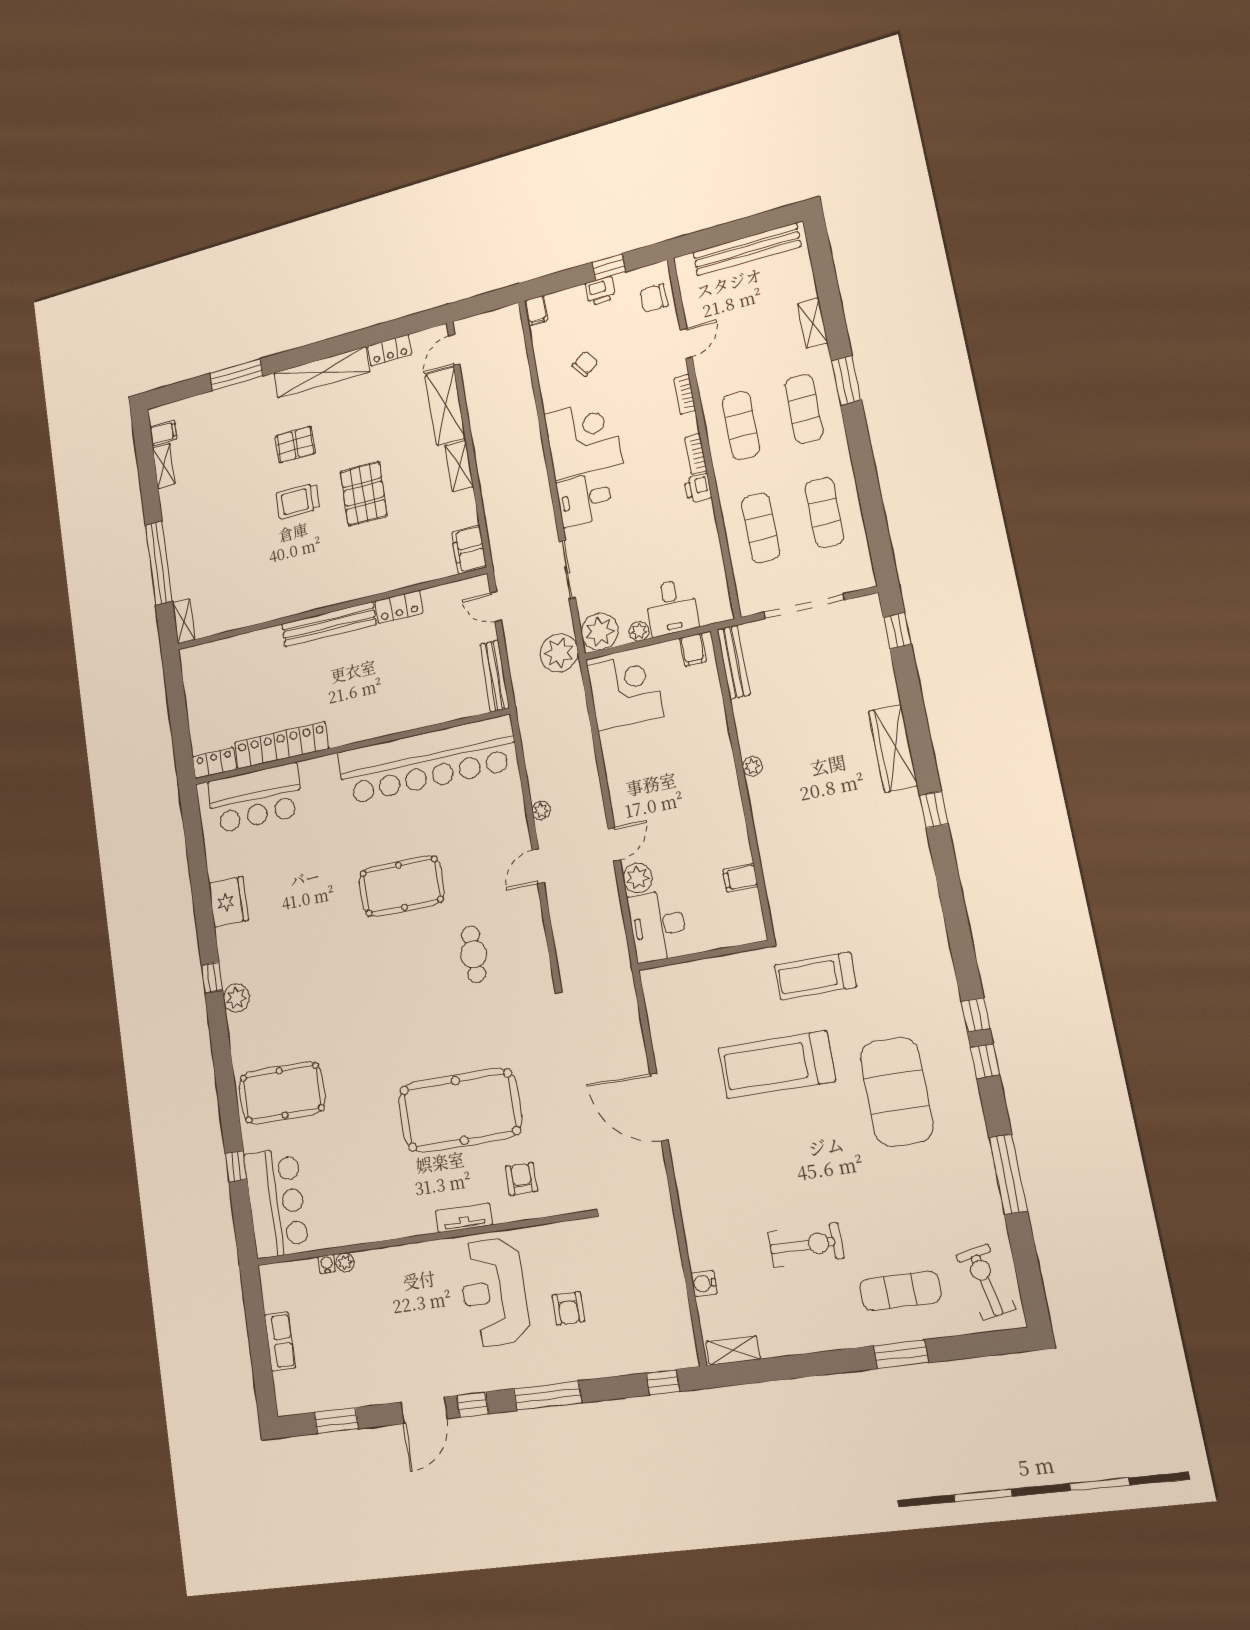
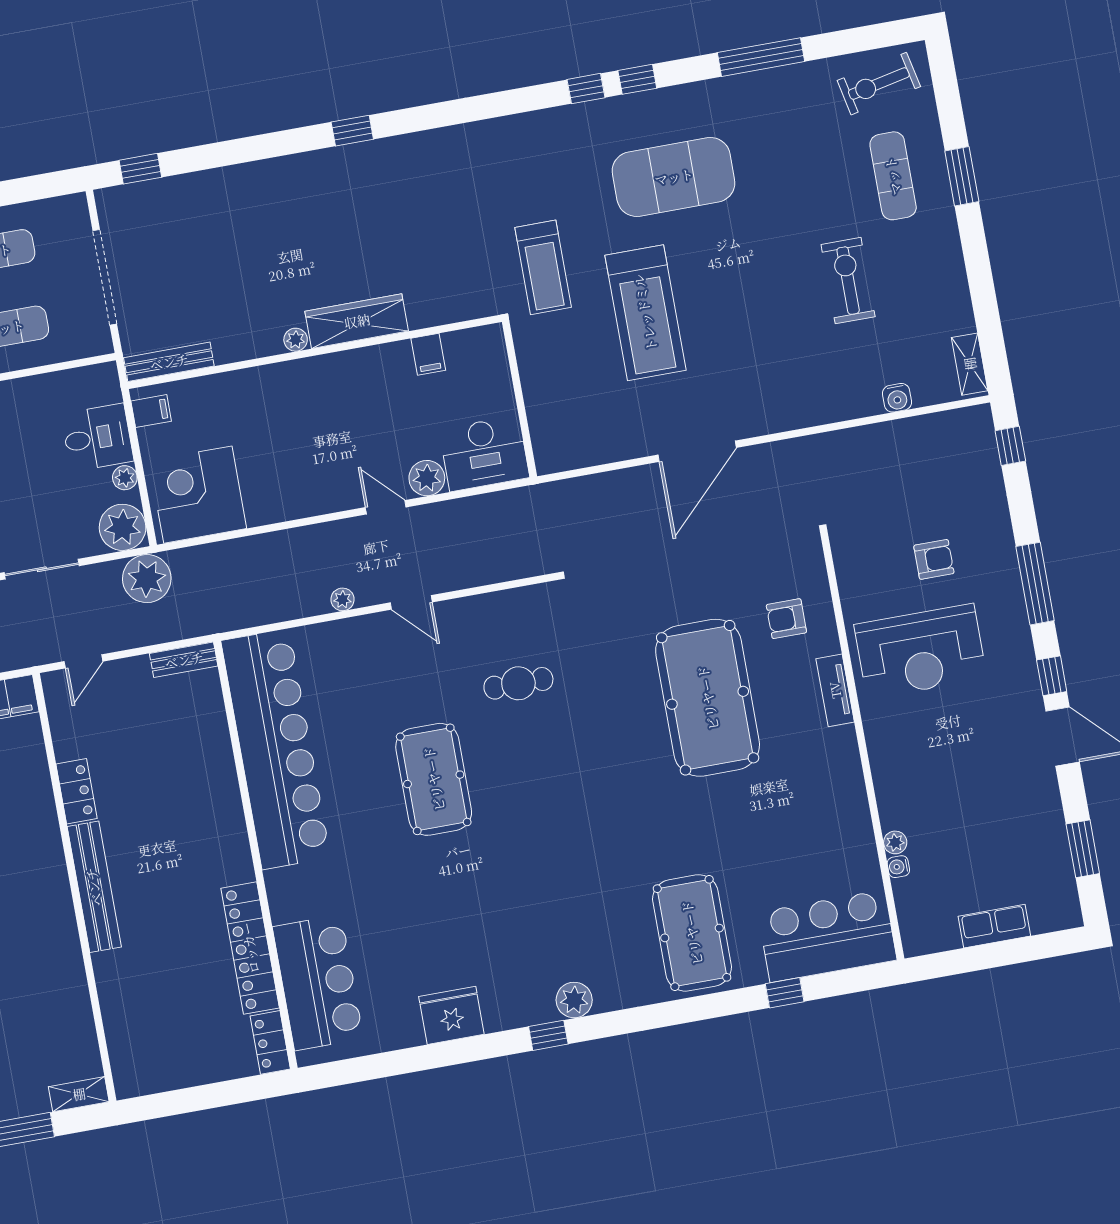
bench: (495, 676) -> (184, 660), width x0.73
wardrobe: (893, 748) -> (357, 321), moved, turned 180

